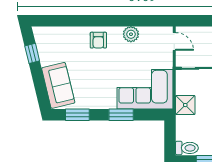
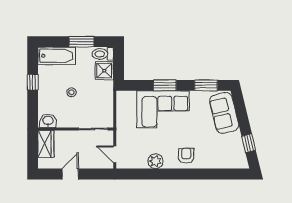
corner sofa: (145, 89) -> (163, 109), moved
shower: (185, 105) -> (104, 71), moved

